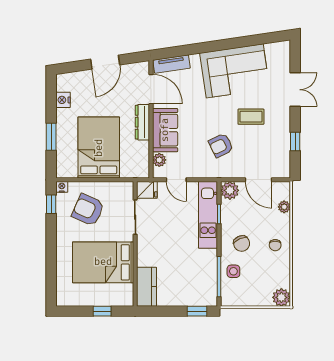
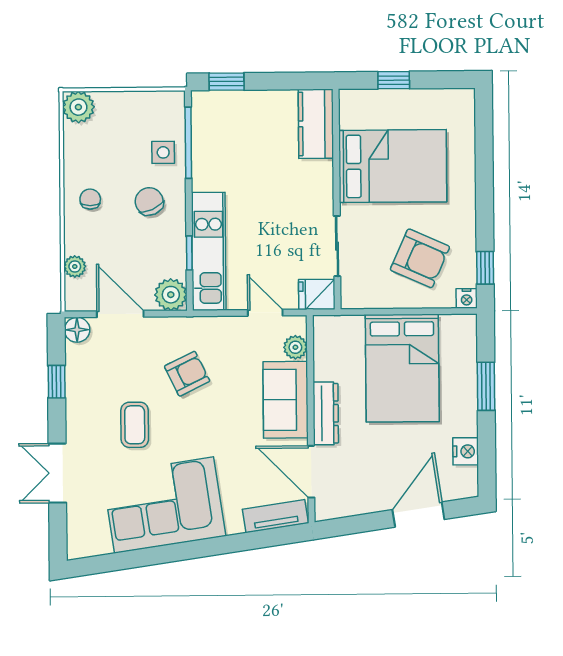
door: (105, 62) -> (418, 515), moved
coffee table: (251, 117) -> (135, 425), turned 90
floor lamp: (283, 171) -> (77, 330), added

